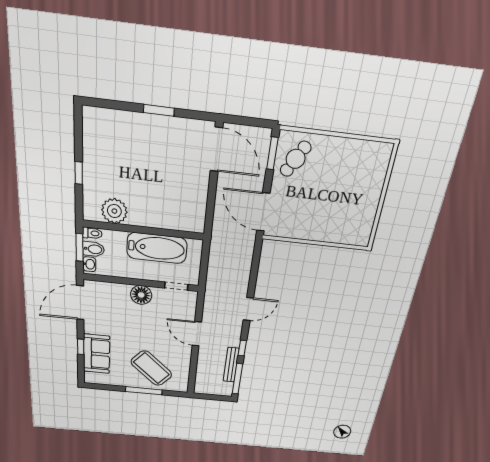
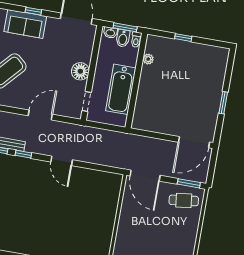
cafe table: (296, 159) -> (184, 200), turned -37
plant: (114, 211) -> (148, 59), width x0.53, depth x0.53
door: (263, 212) -> (145, 176), swing flipped

